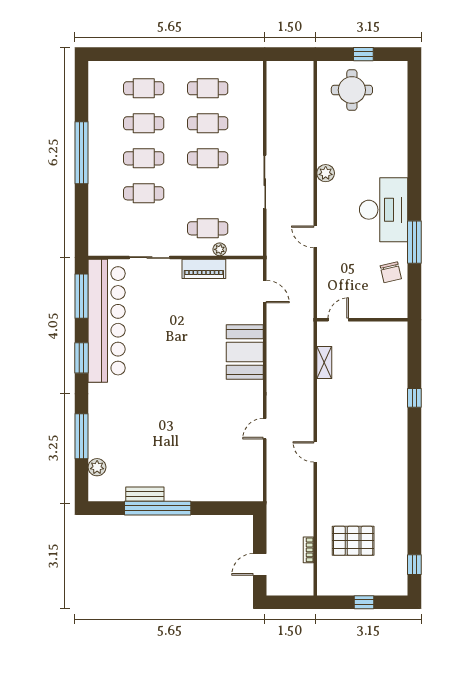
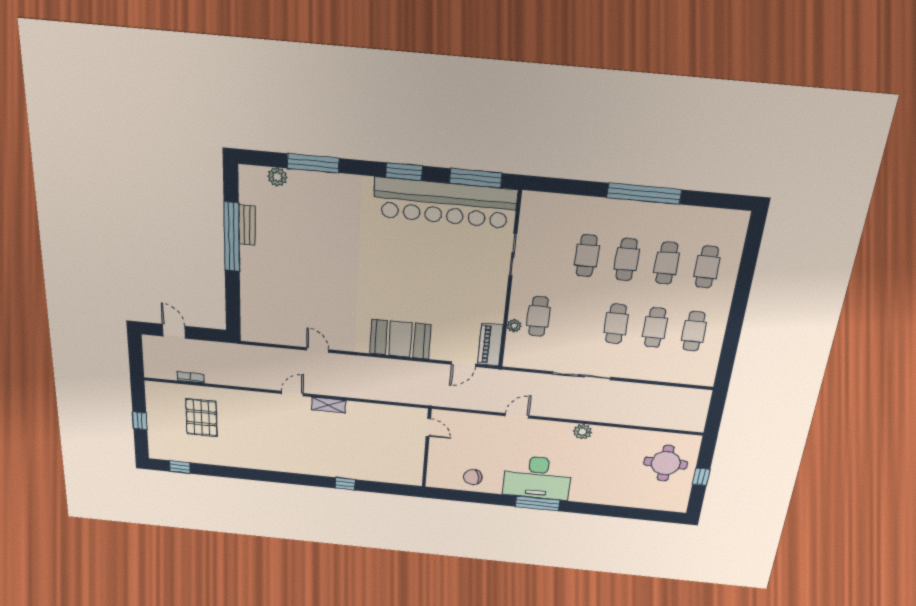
window: (414, 242) -> (537, 503), moved
piano: (204, 269) -> (490, 345), moved
shelving: (324, 363) -> (329, 405), moved

